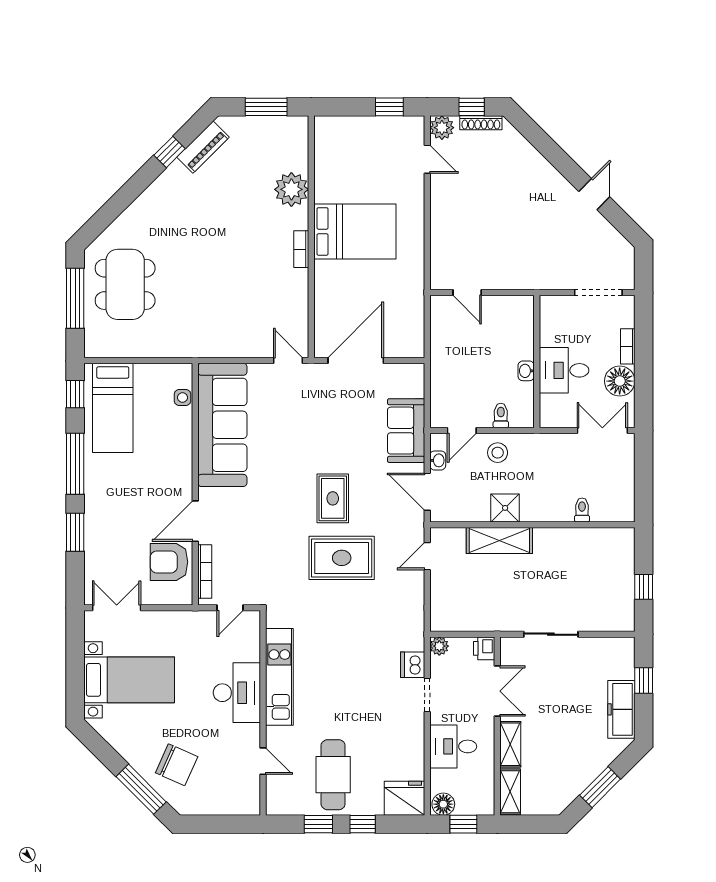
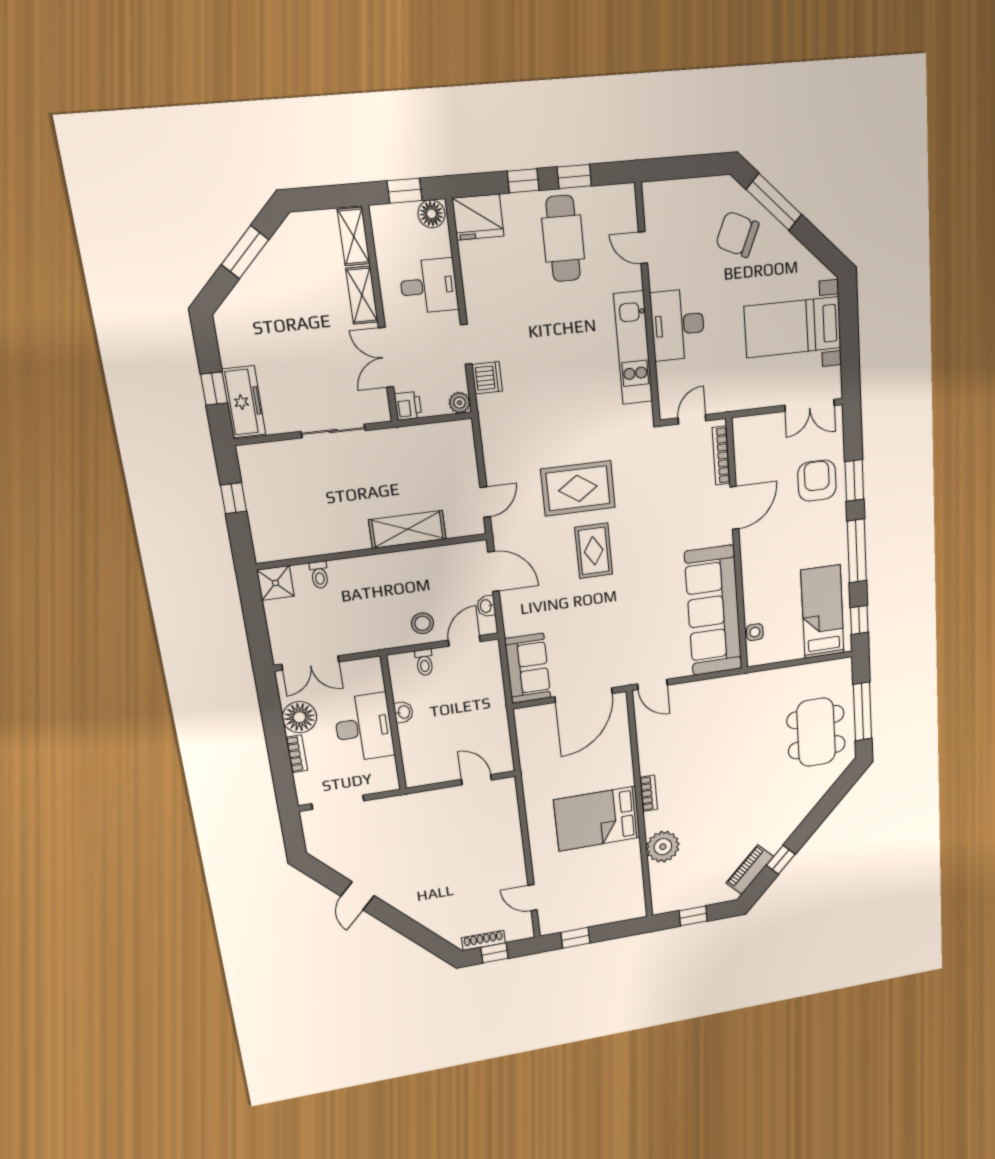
window: (266, 107) -> (693, 916), width x0.67
plant: (442, 128) -> (522, 929), removed
desk: (564, 370) -> (364, 727), width x1.37
sofa: (406, 431) -> (528, 668), moved
shower: (505, 508) -> (275, 583), moved
armchair: (169, 562) -> (817, 481), moved, turned -90
freezer: (621, 709) -> (244, 402), moved

